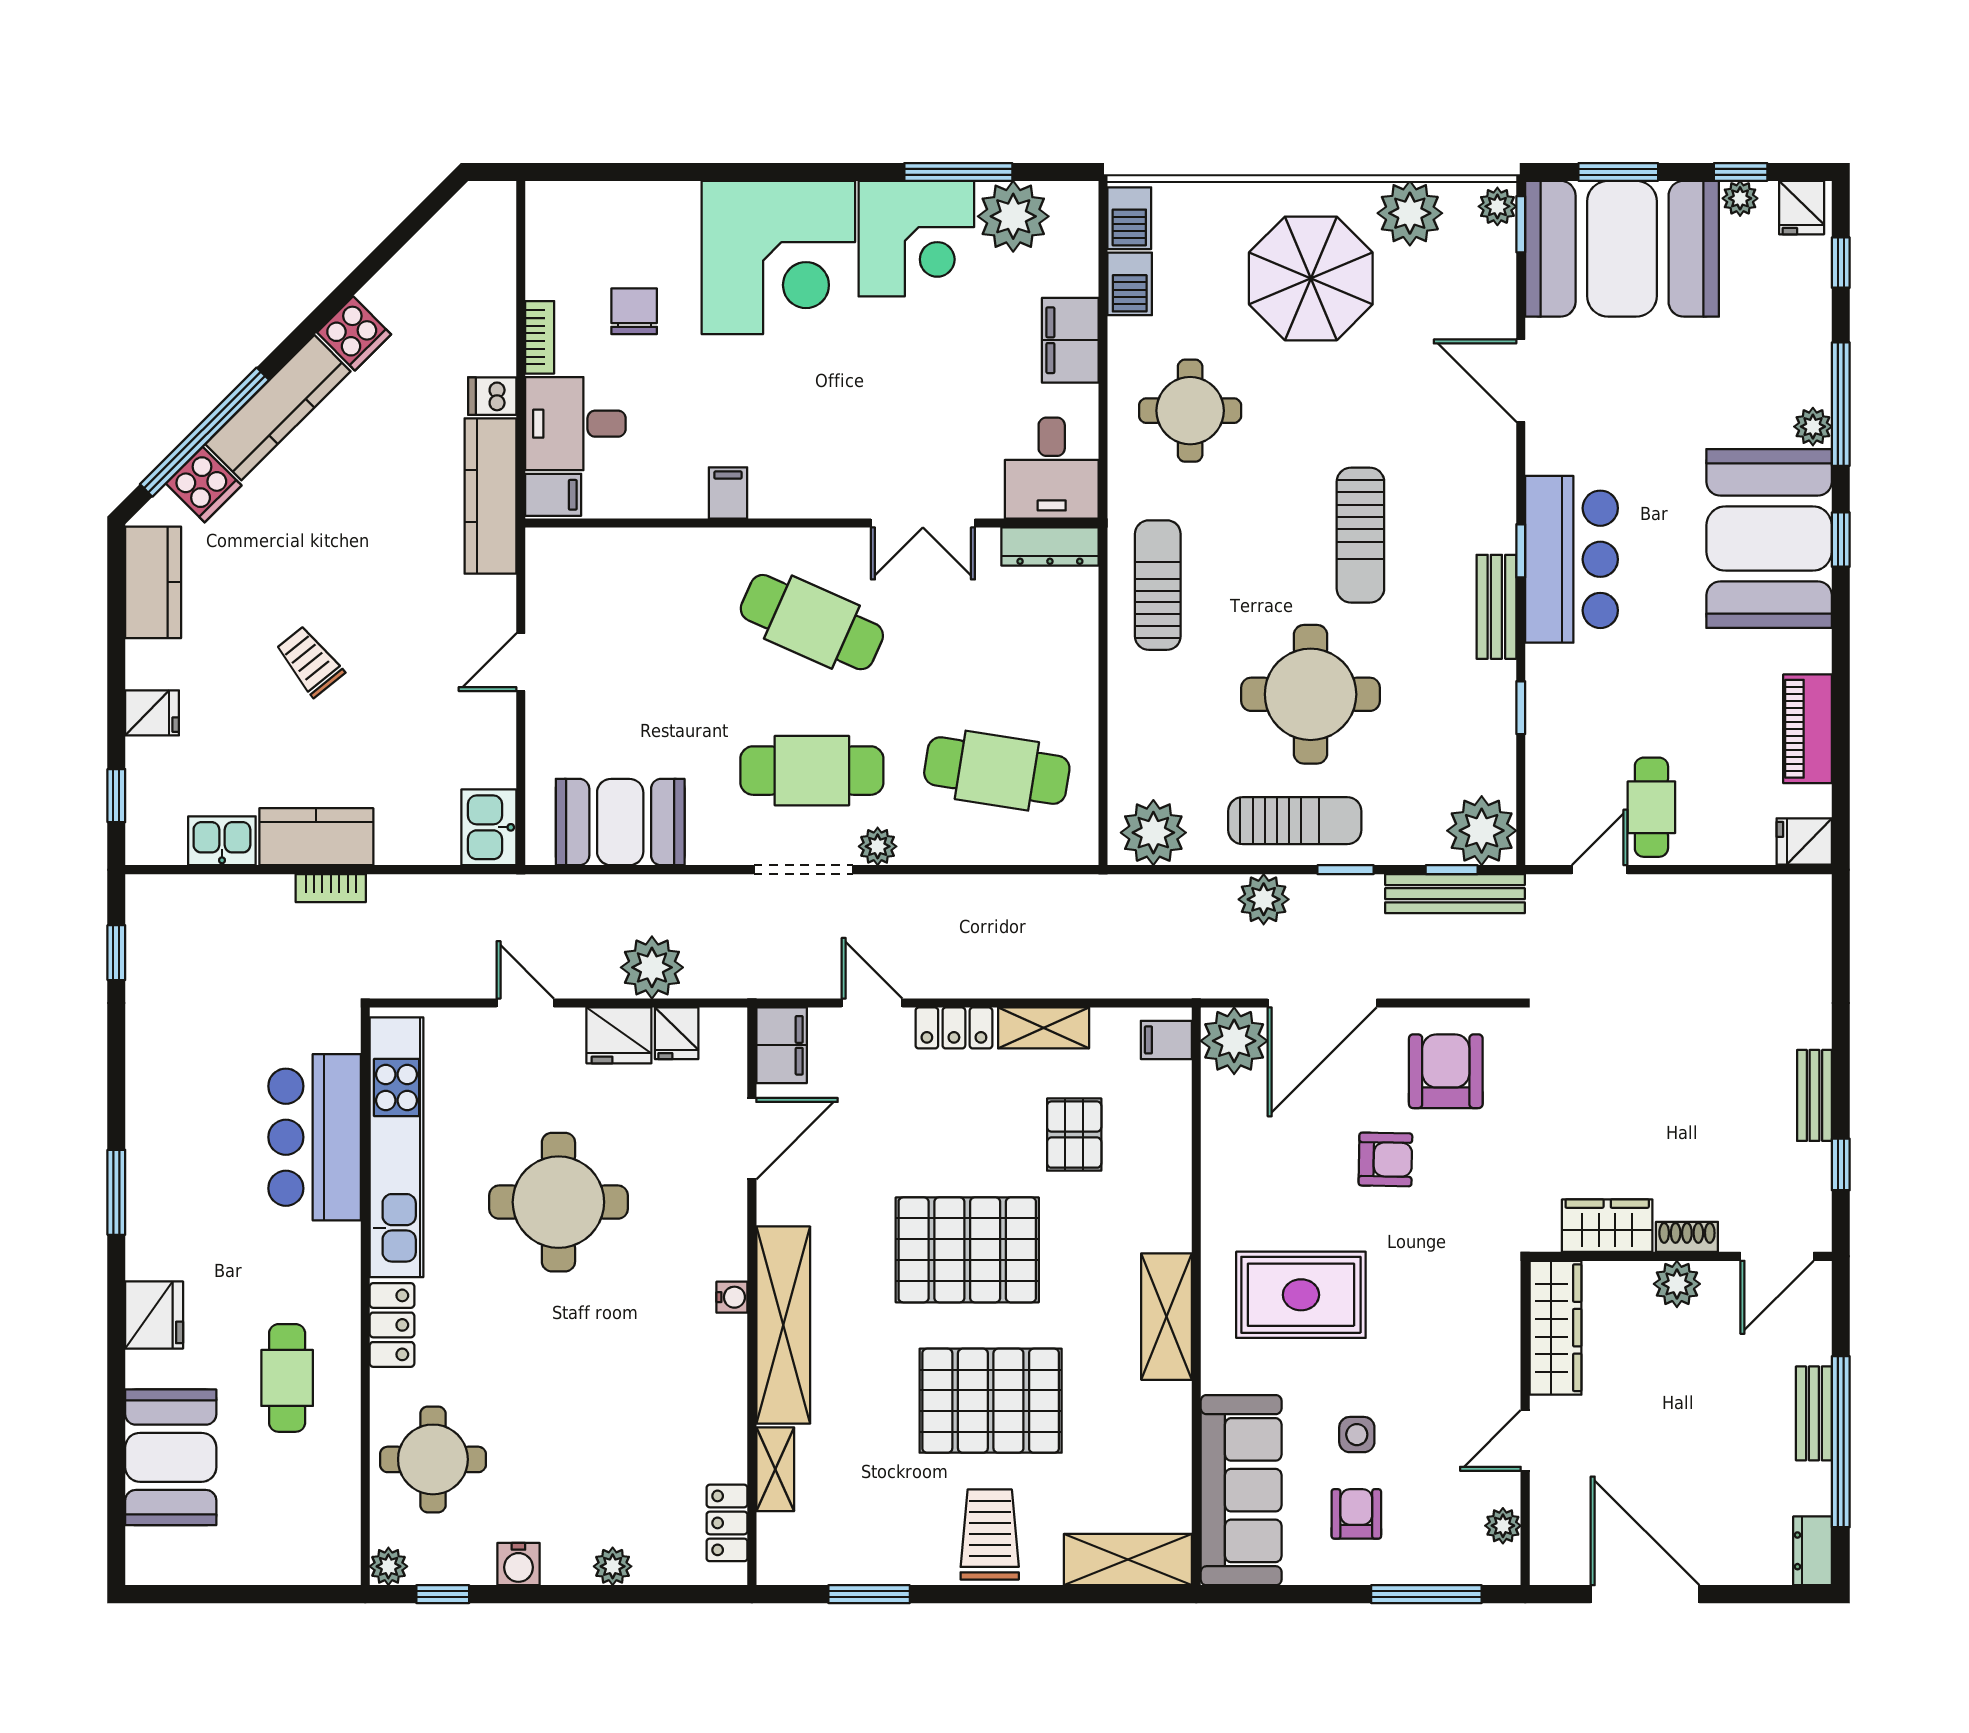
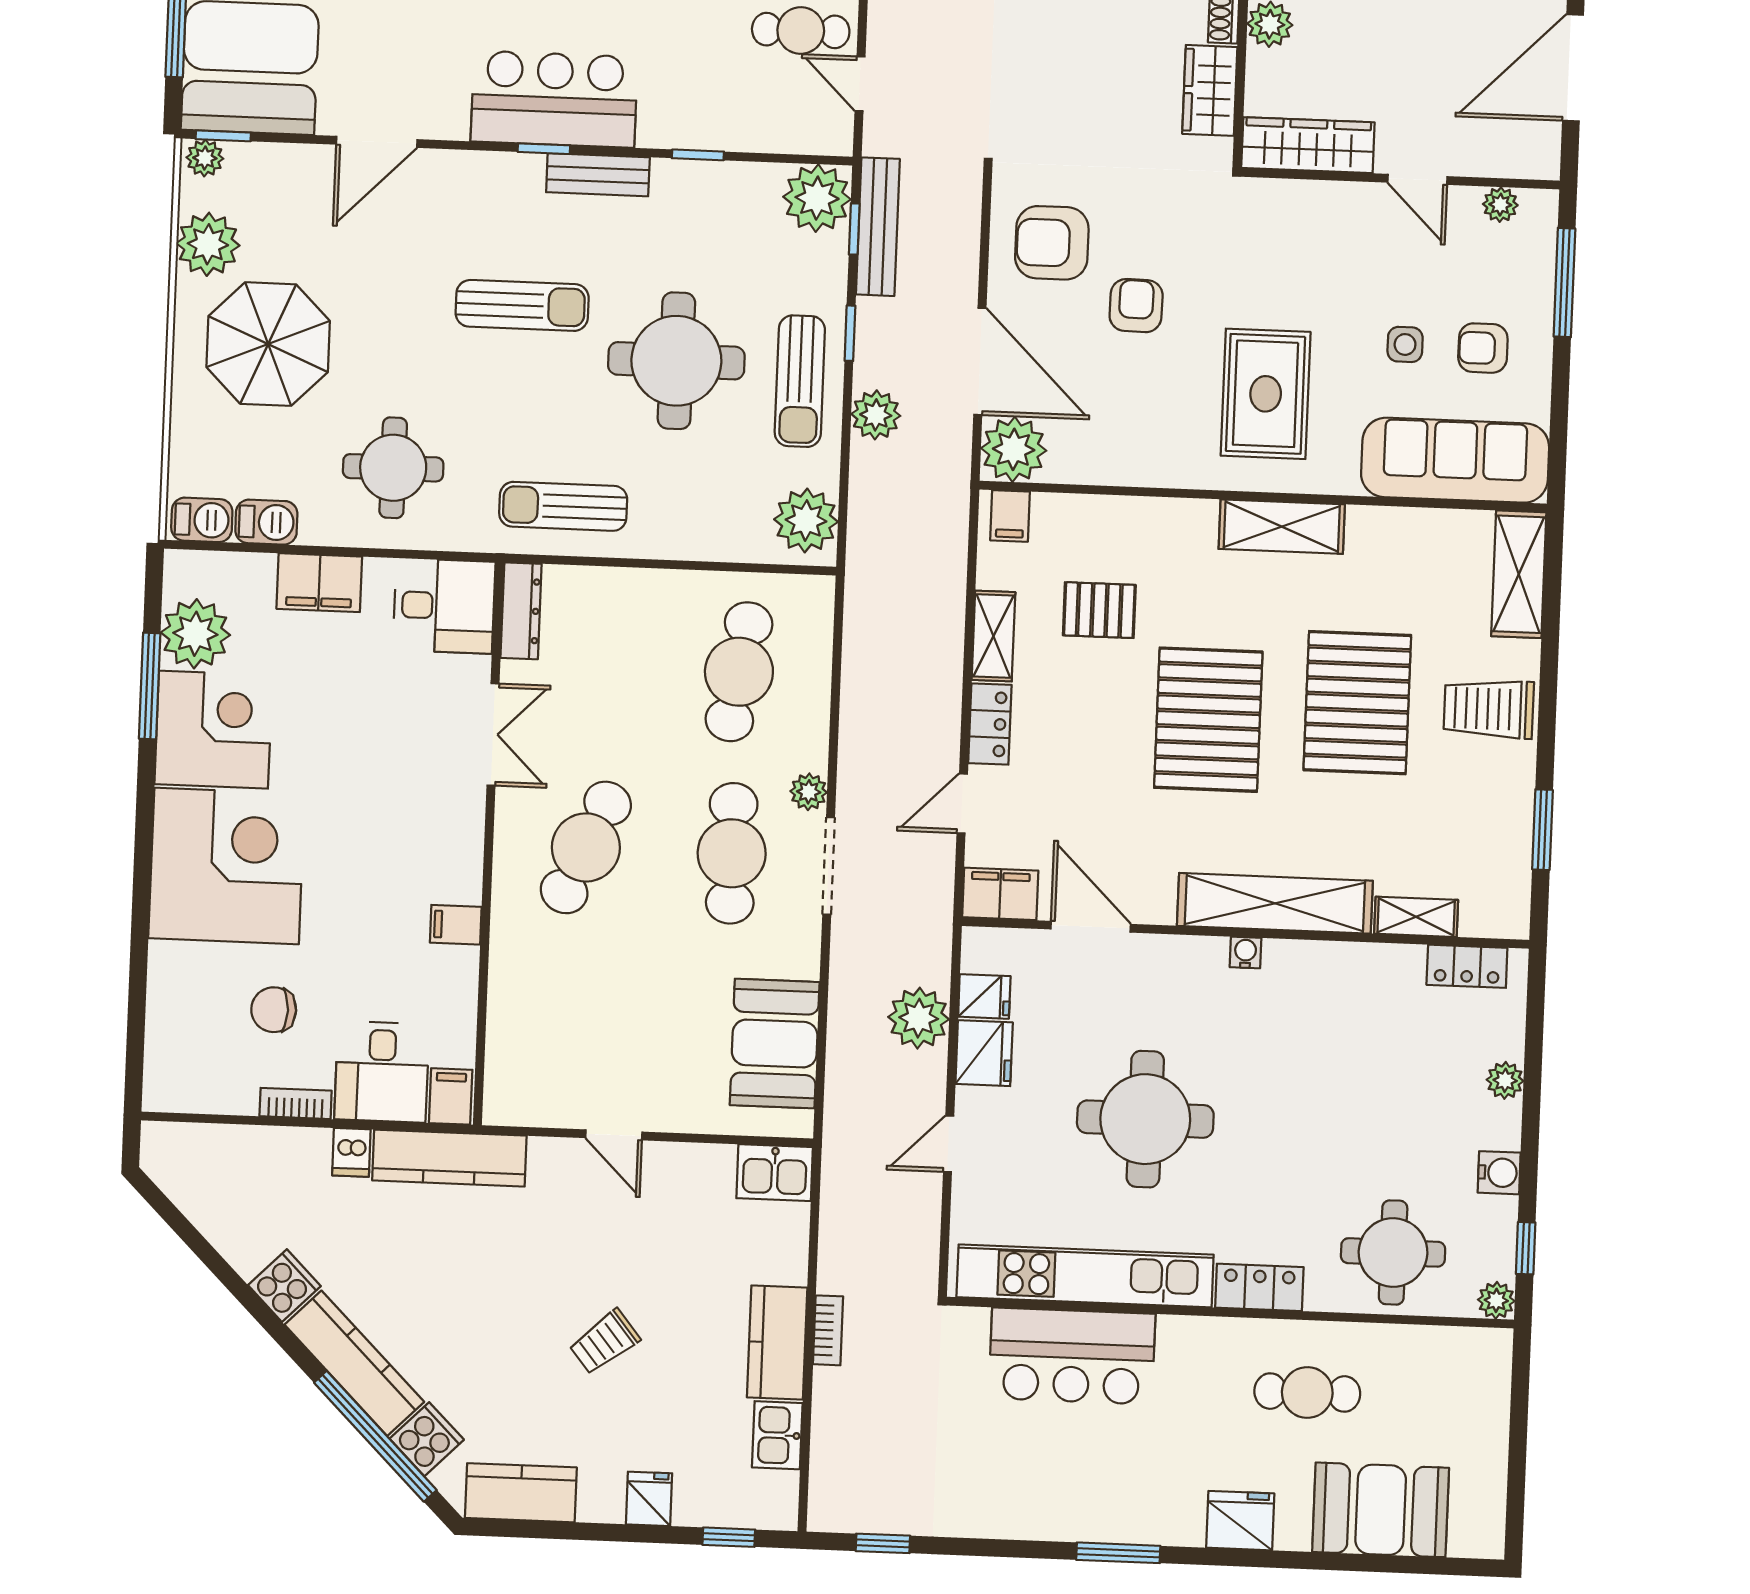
sun lounger: (1295, 821) -> (800, 381), turned 180

